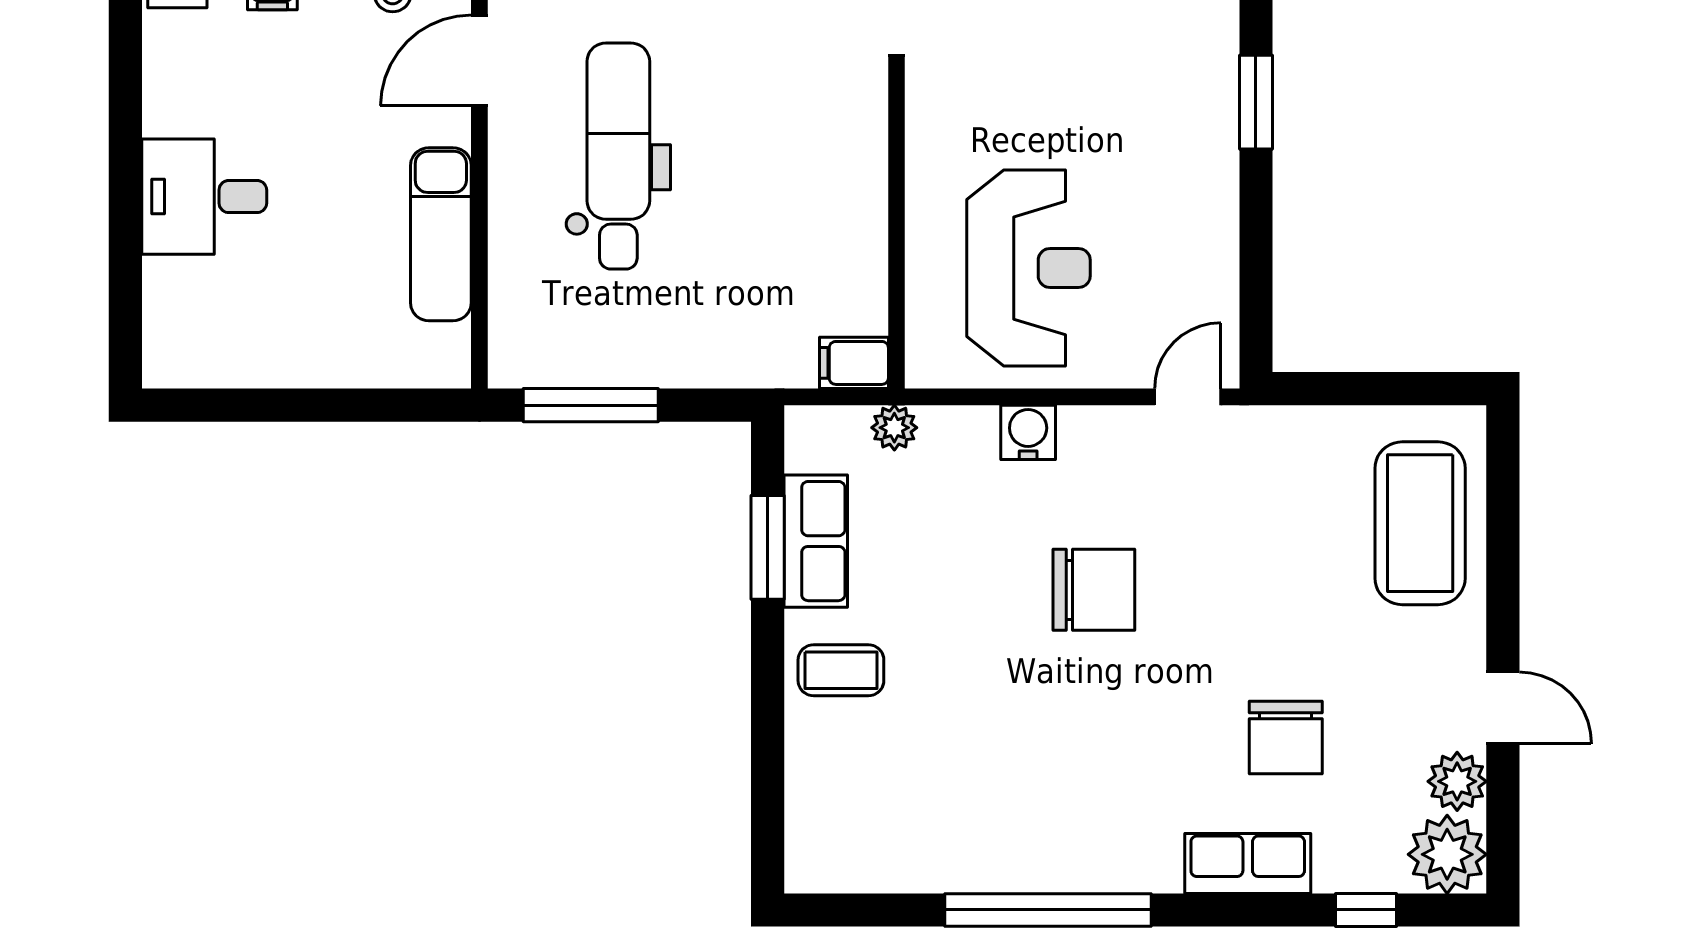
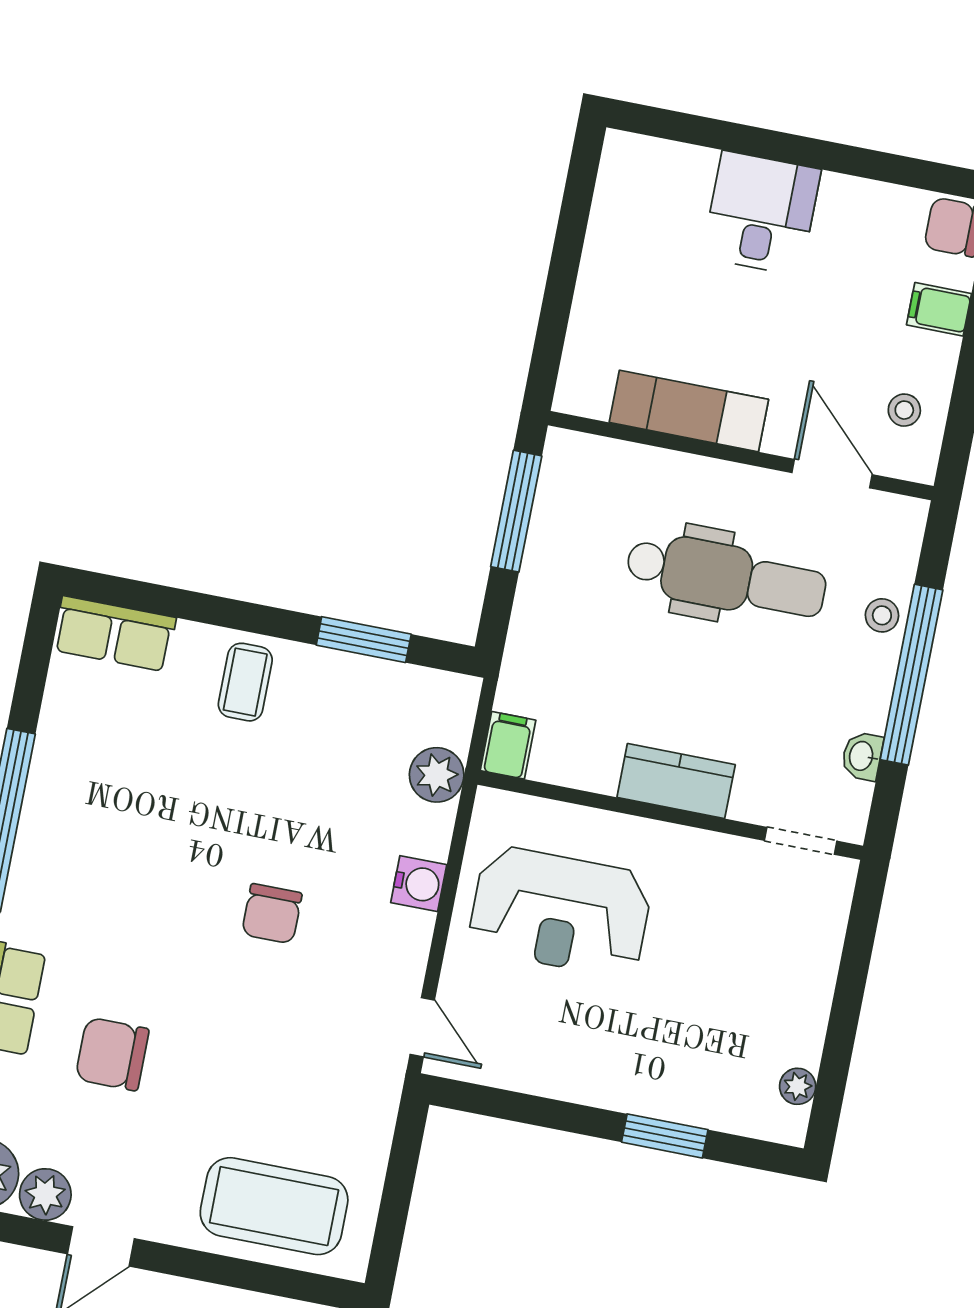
kitchen counter: (857, 167) -> (676, 781), added
plant: (894, 428) -> (437, 775), width x1.38, depth x1.38
row of seats: (816, 541) -> (114, 634), moved
chair: (1094, 590) -> (272, 914), width x0.73, depth x0.73

